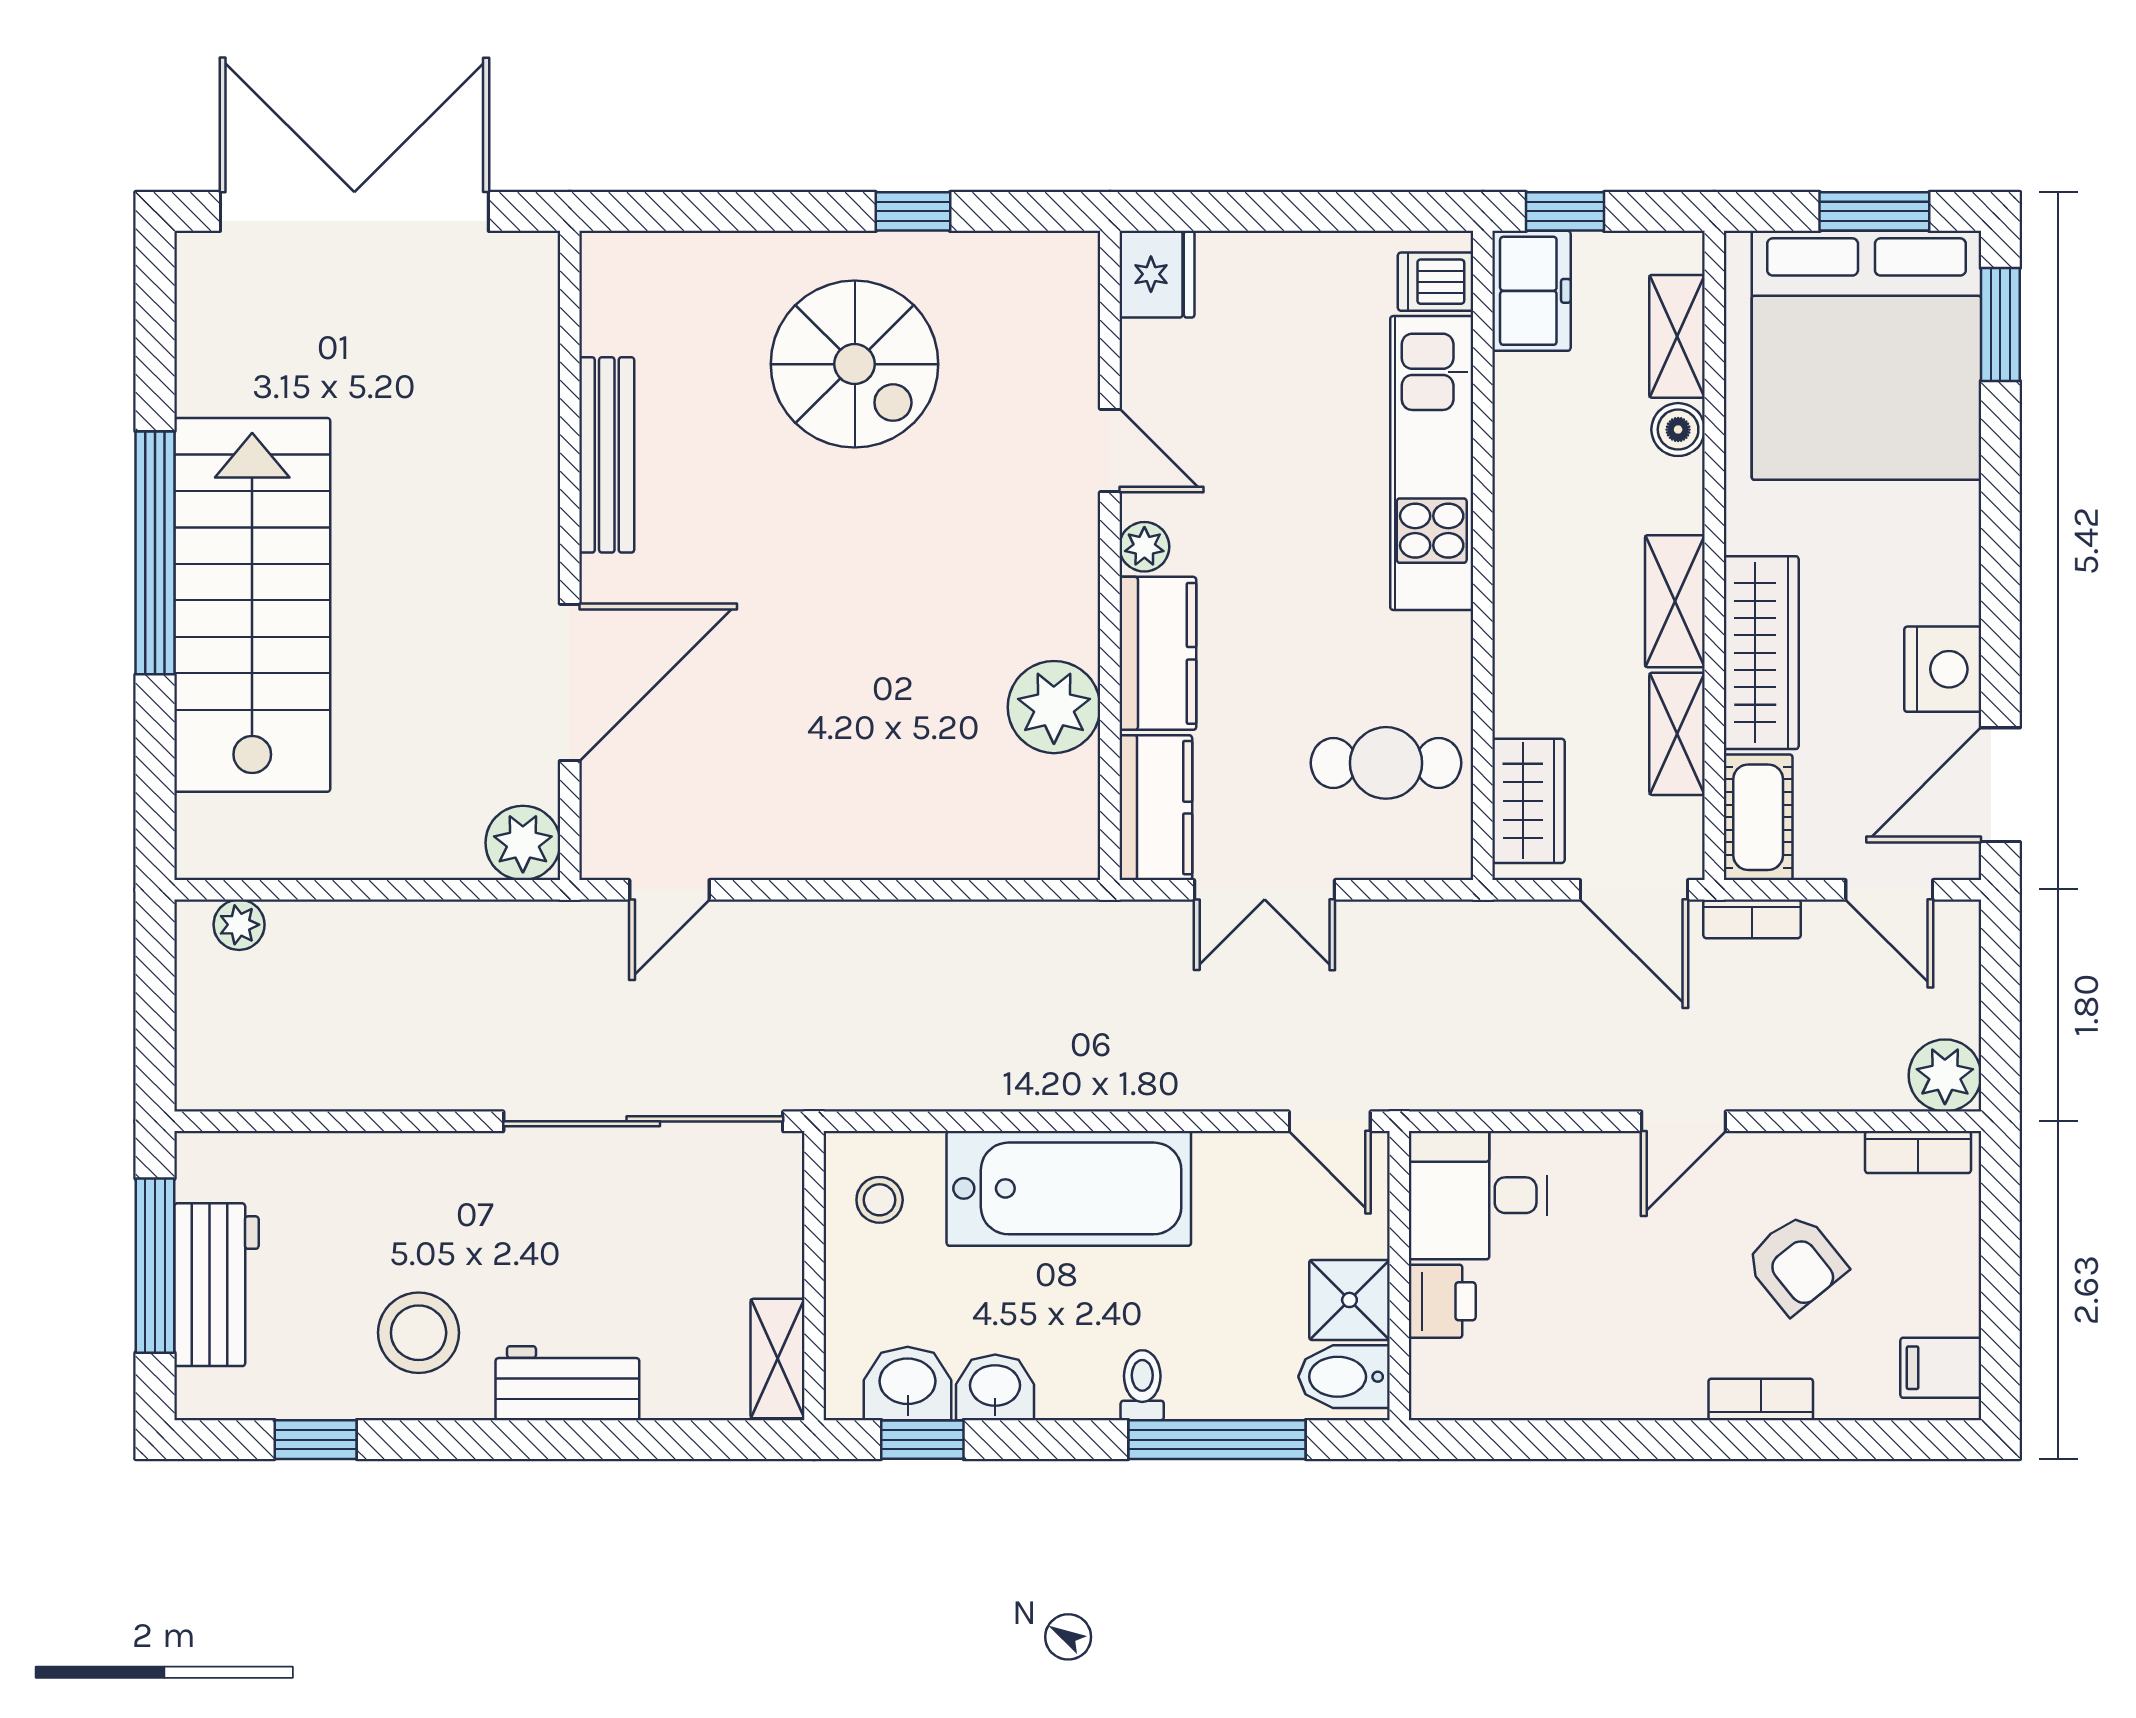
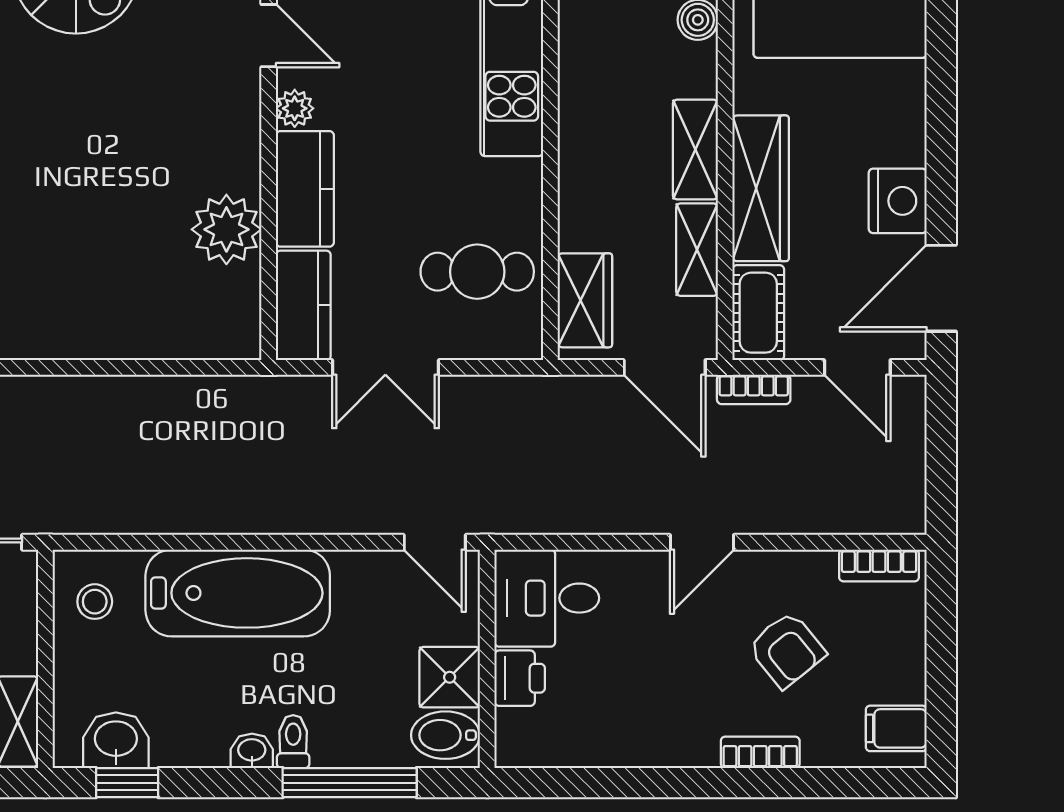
plant: (1945, 1075) -> (899, 508), removed
washbasin: (995, 1387) -> (252, 751), moved, width x0.72, depth x0.69

